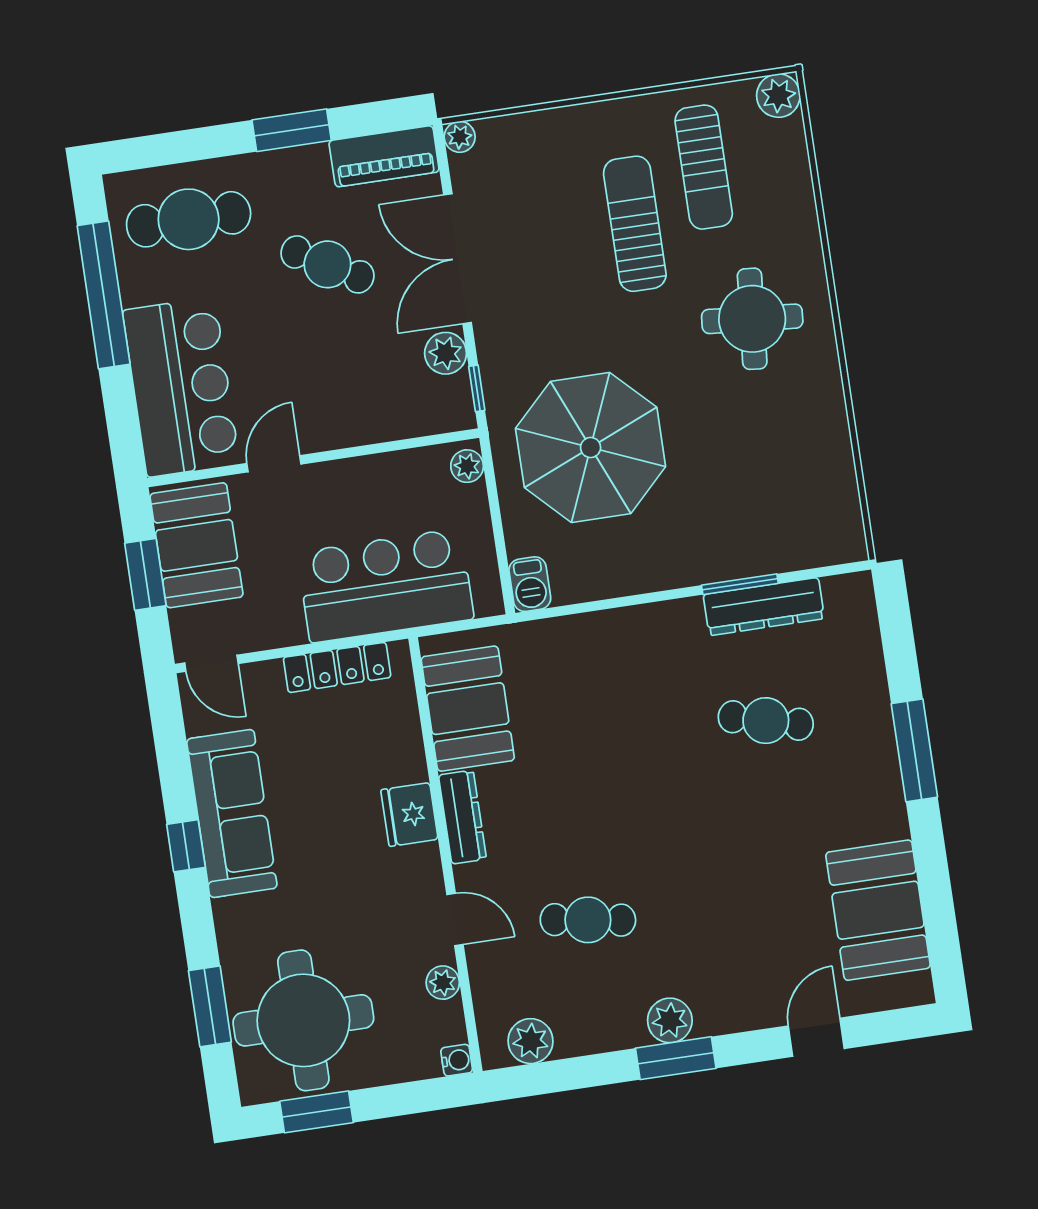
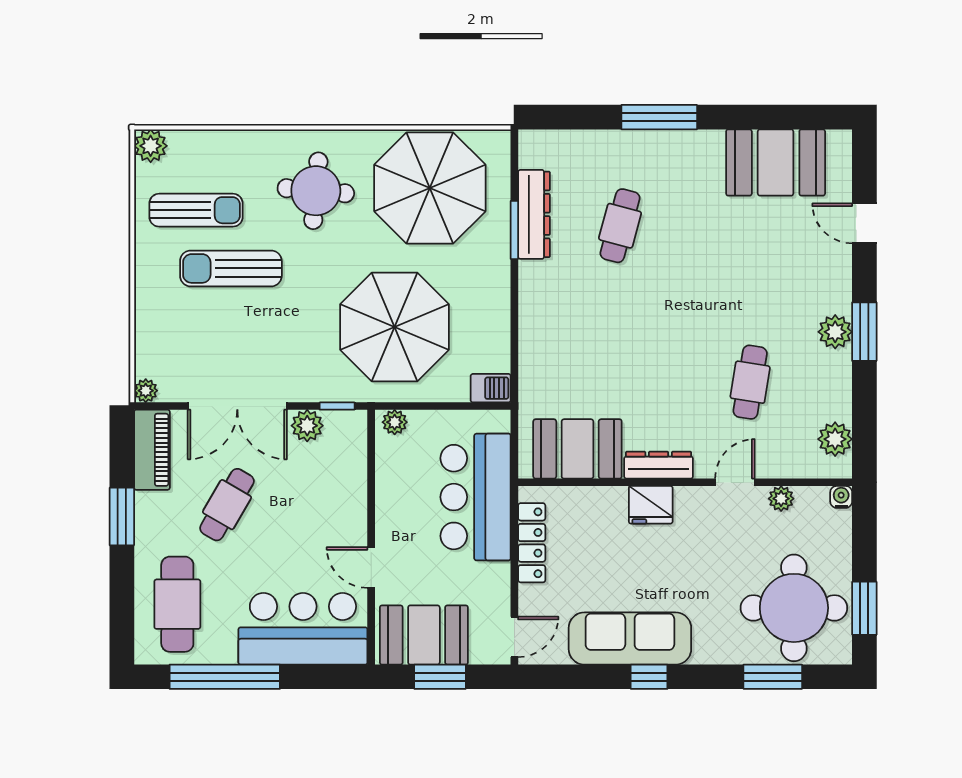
parasol: (778, 466) -> (430, 188), added

